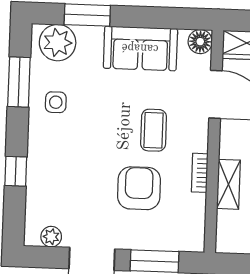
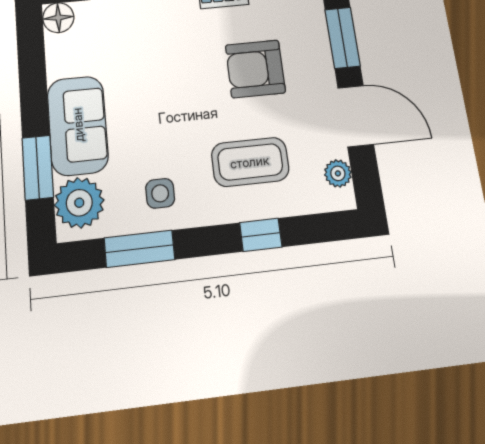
sofa: (140, 48) -> (78, 125), moved
coffee table: (154, 130) -> (250, 162), moved, width x1.36, depth x1.30

